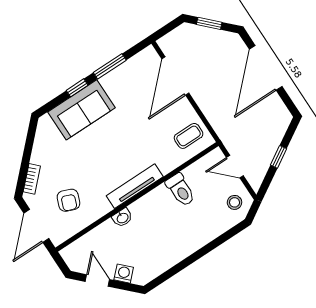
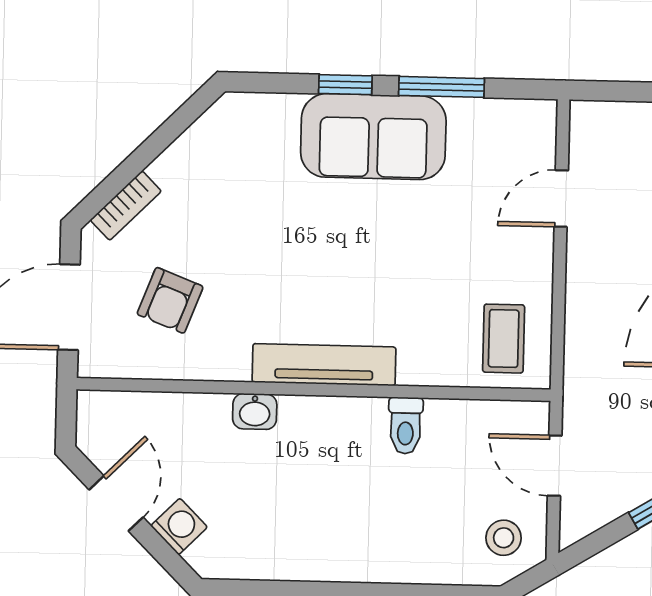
door: (175, 76) -> (561, 198), width x0.53
sofa: (81, 110) -> (373, 137), moved
coffee table: (189, 136) -> (504, 339), turned 90
toilet: (181, 190) -> (406, 426), width x0.73, depth x0.72

